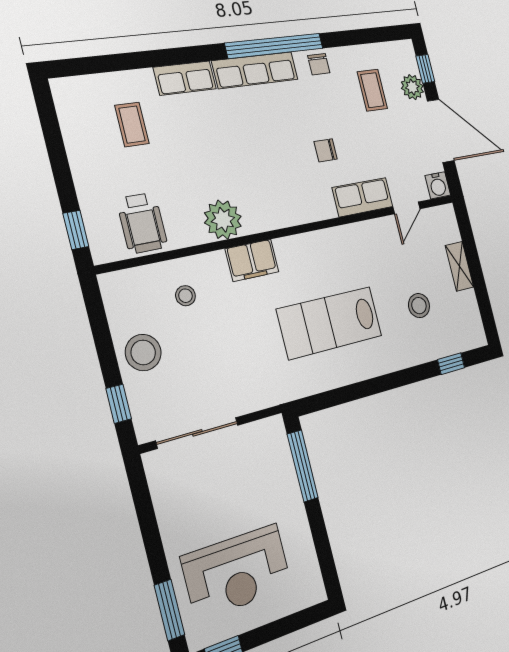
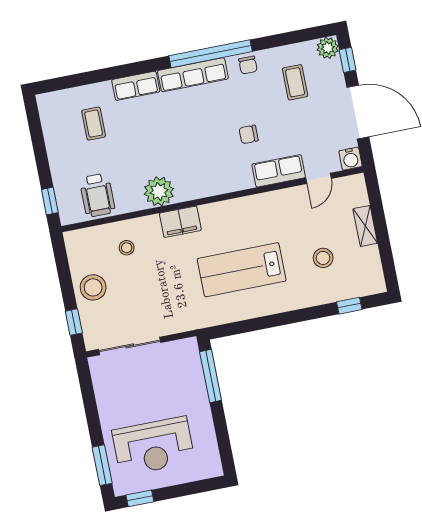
plant: (412, 87) -> (328, 48), moved

